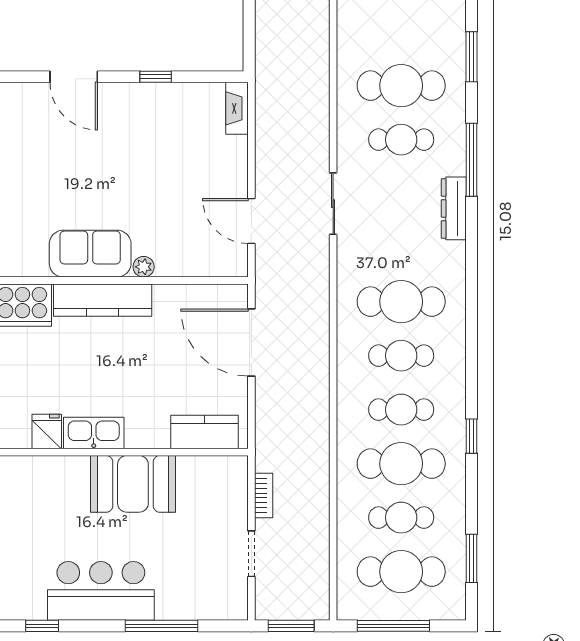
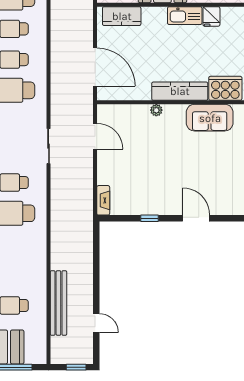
sofa: (90, 254) -> (210, 118), moved

